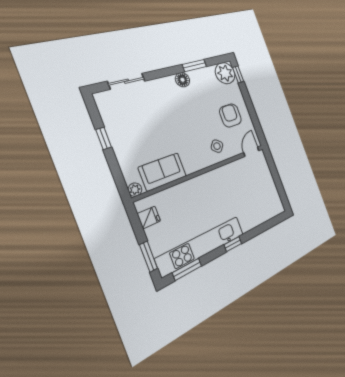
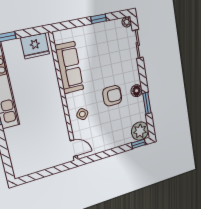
armchair: (230, 115) -> (112, 96), moved
sofa: (163, 172) -> (69, 68), width x1.36
plant: (135, 190) -> (127, 22), moved
fridge: (149, 217) -> (35, 46), width x1.88, depth x1.34

